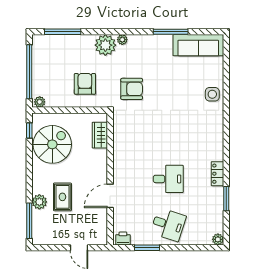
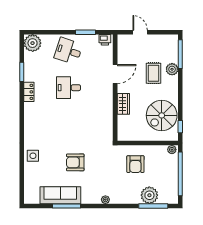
plant: (105, 45) -> (149, 195), moved
sofa: (198, 45) -> (60, 195), moved
armchair: (132, 89) -> (75, 162), moved
wardrobe: (100, 135) -> (123, 104), moved
plant: (218, 239) -> (33, 43), width x1.88, depth x1.88

